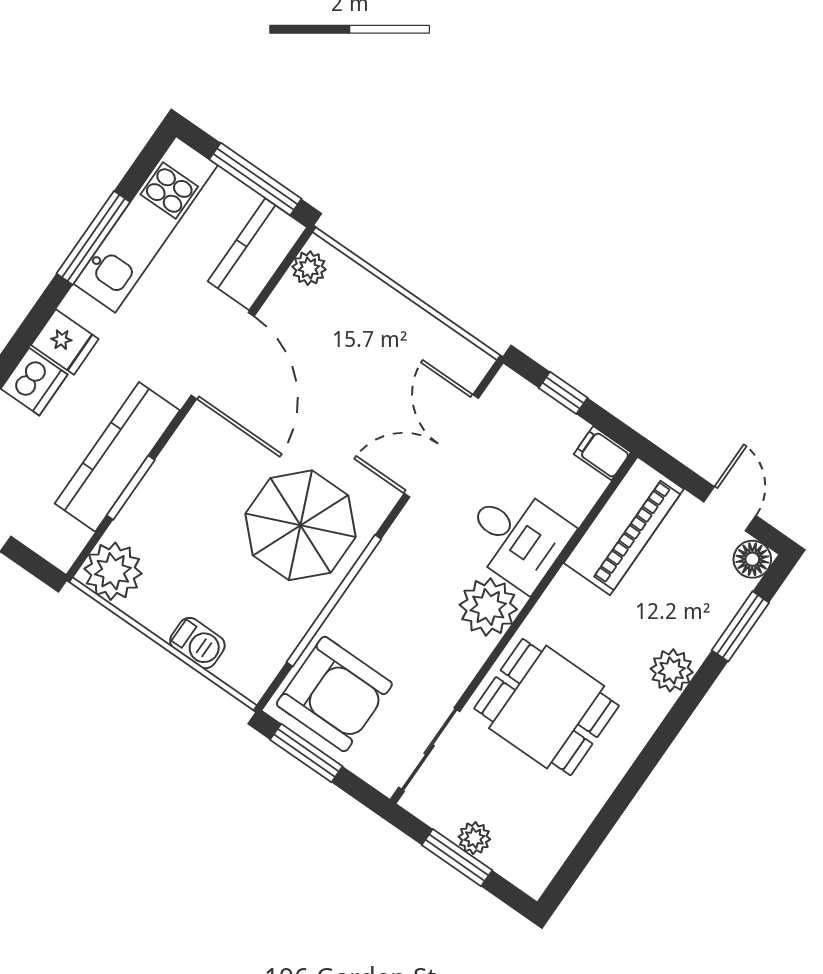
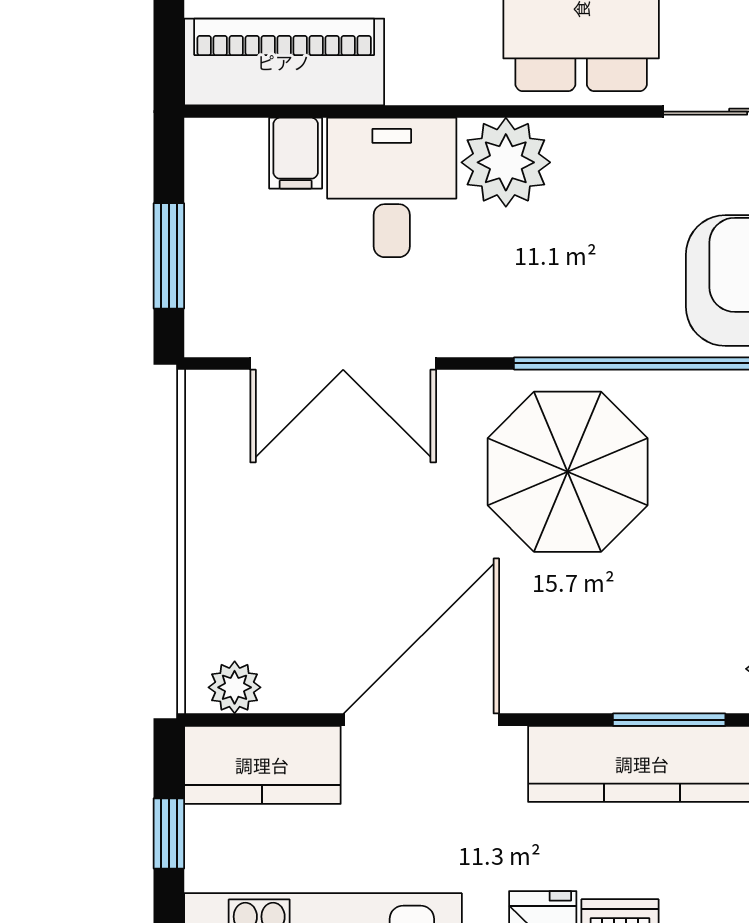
window: (255, 179) -> (169, 833), width x0.46
window: (563, 393) -> (169, 256), width x1.50
filing cabinet: (602, 453) -> (296, 153), moved

